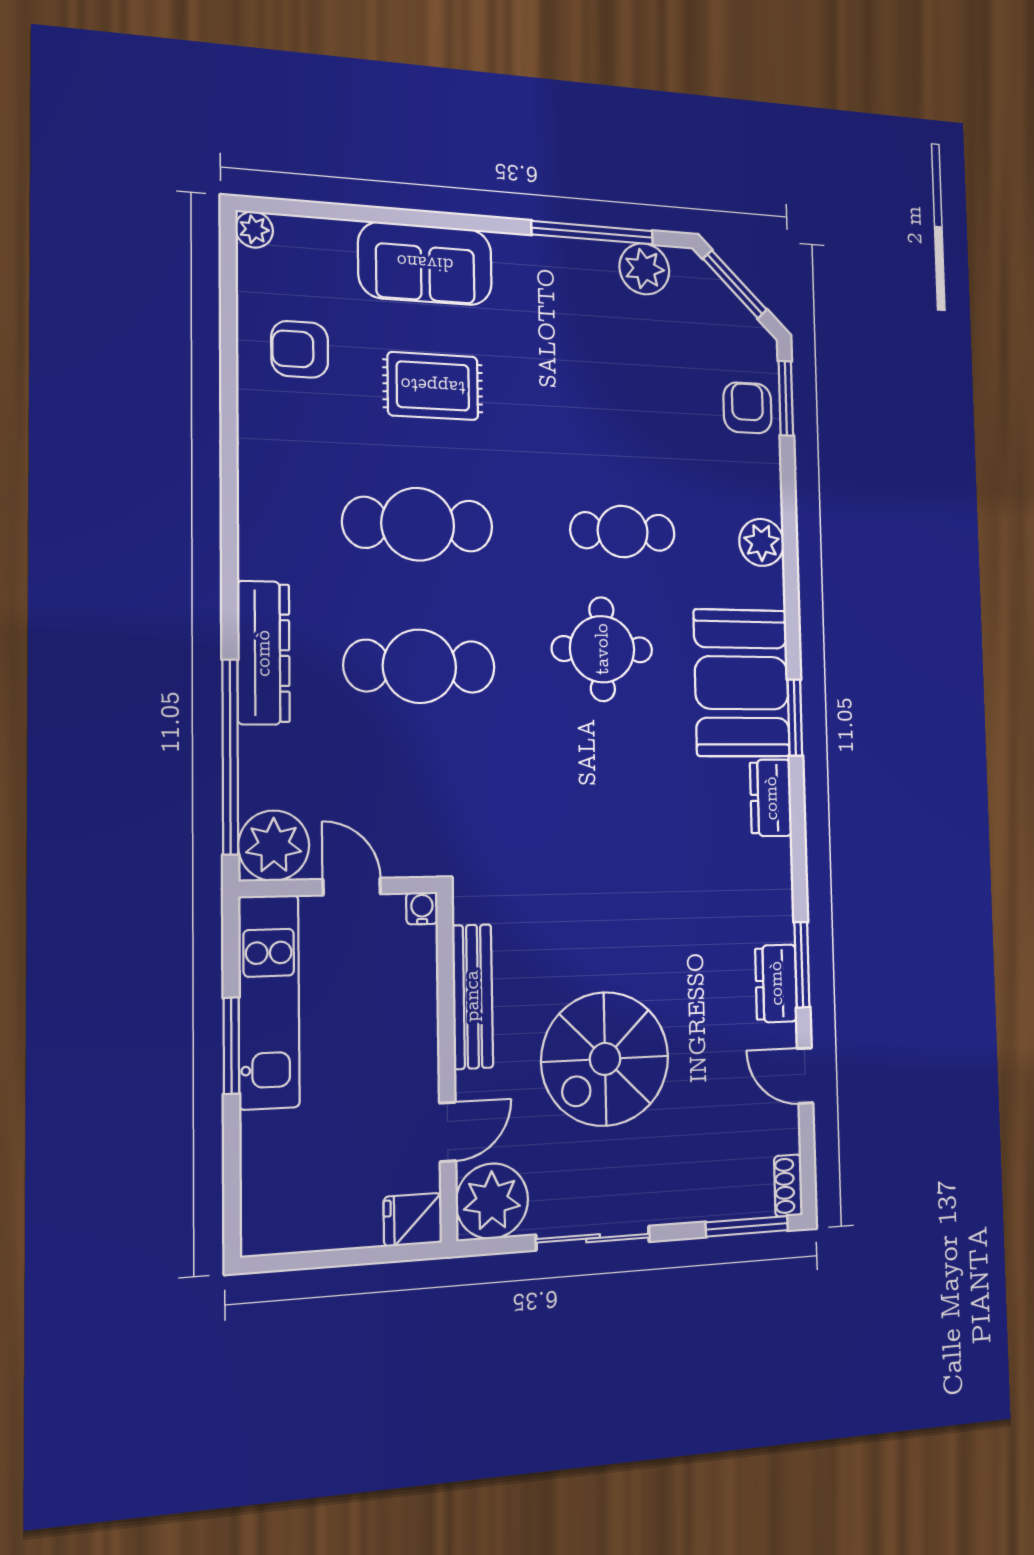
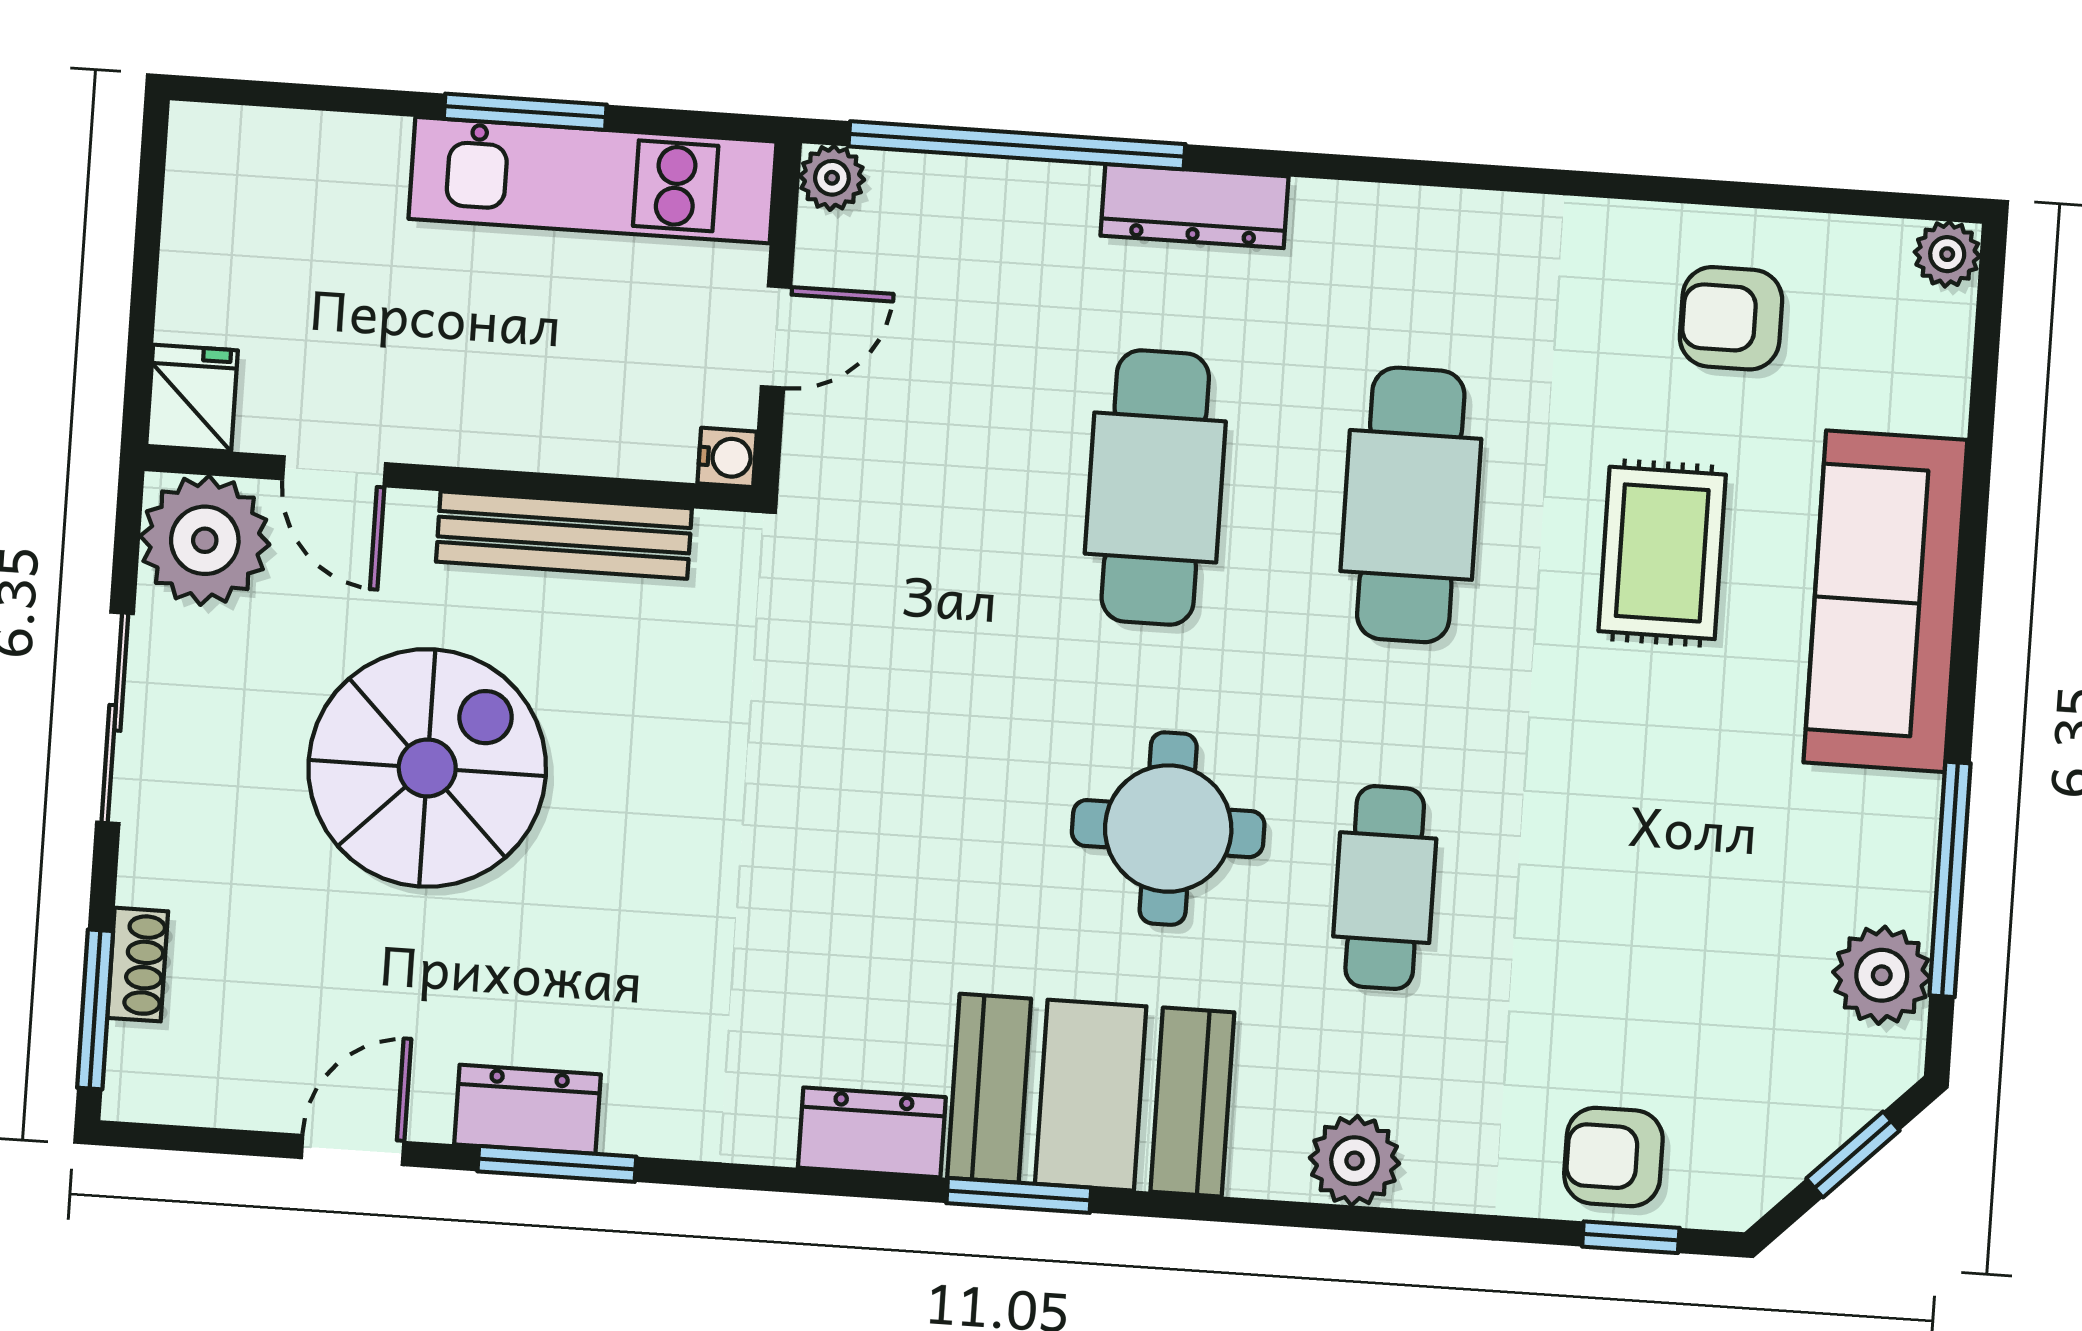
sofa: (425, 263) -> (1885, 601), width x1.36
window: (735, 284) -> (1853, 1155), width x0.67
armchair: (300, 349) -> (1731, 318), turned -90
window: (786, 398) -> (1631, 1237), width x0.67
armchair: (747, 408) -> (1613, 1157), turned 180
dresser: (263, 653) -> (1194, 206), width x0.73, depth x0.80
plant: (274, 846) -> (832, 178), width x0.53, depth x0.53
spiral stairs: (605, 1059) -> (427, 768), turned 90
shoe rack: (788, 1186) -> (138, 965), moved, turned 90

